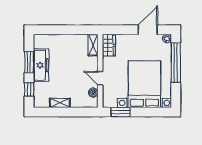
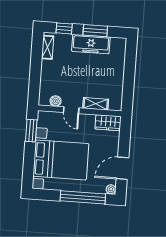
door: (148, 30) -> (122, 168), swing flipped
shelving: (93, 45) -> (96, 104), moved
door: (100, 78) -> (71, 110), swing flipped
shelving: (60, 103) -> (48, 47), moved

